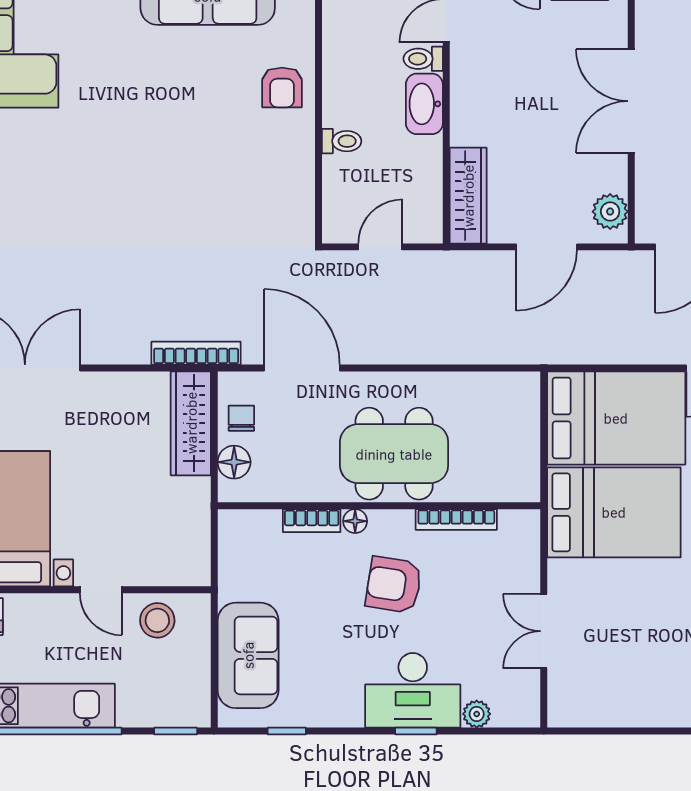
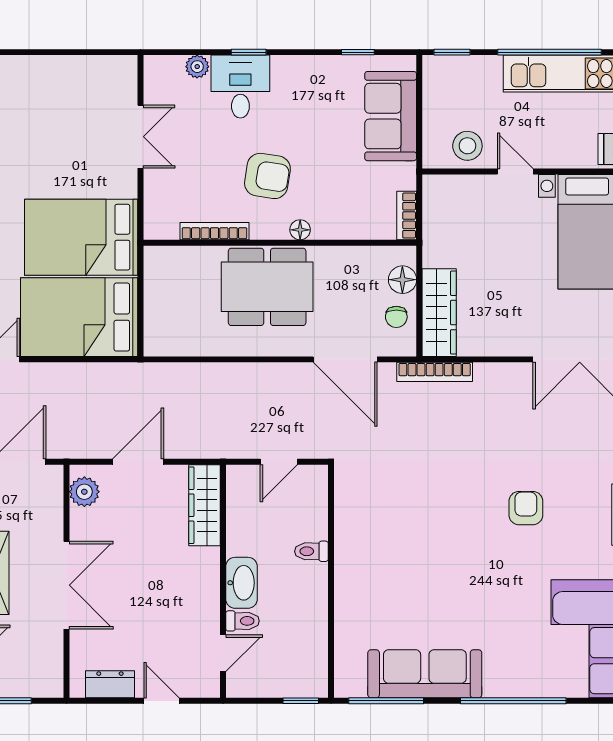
armchair: (282, 87) -> (526, 508), moved
bookcase: (312, 521) -> (407, 216), moved, turned -90
desk: (413, 690) -> (240, 87), width x0.73

